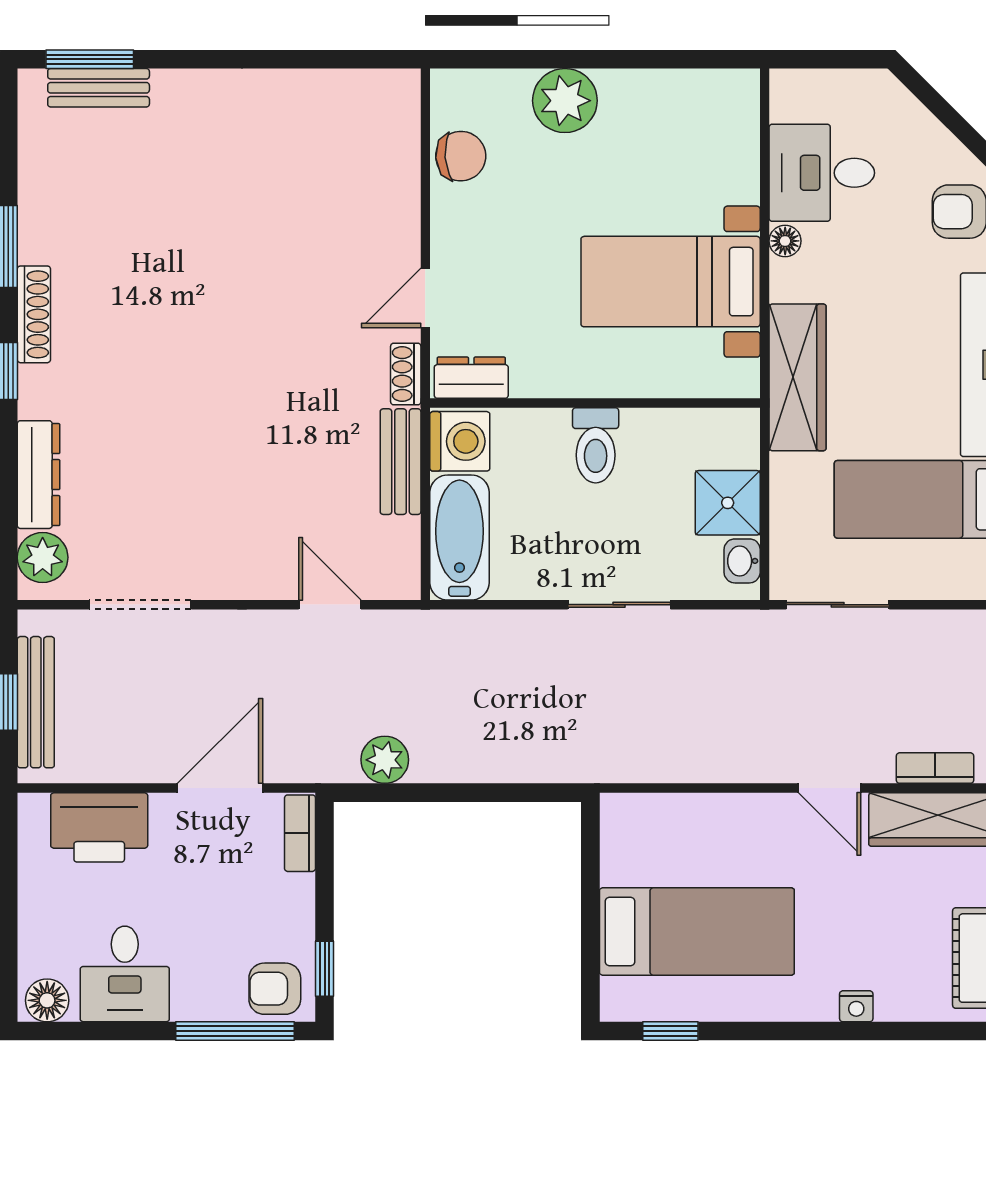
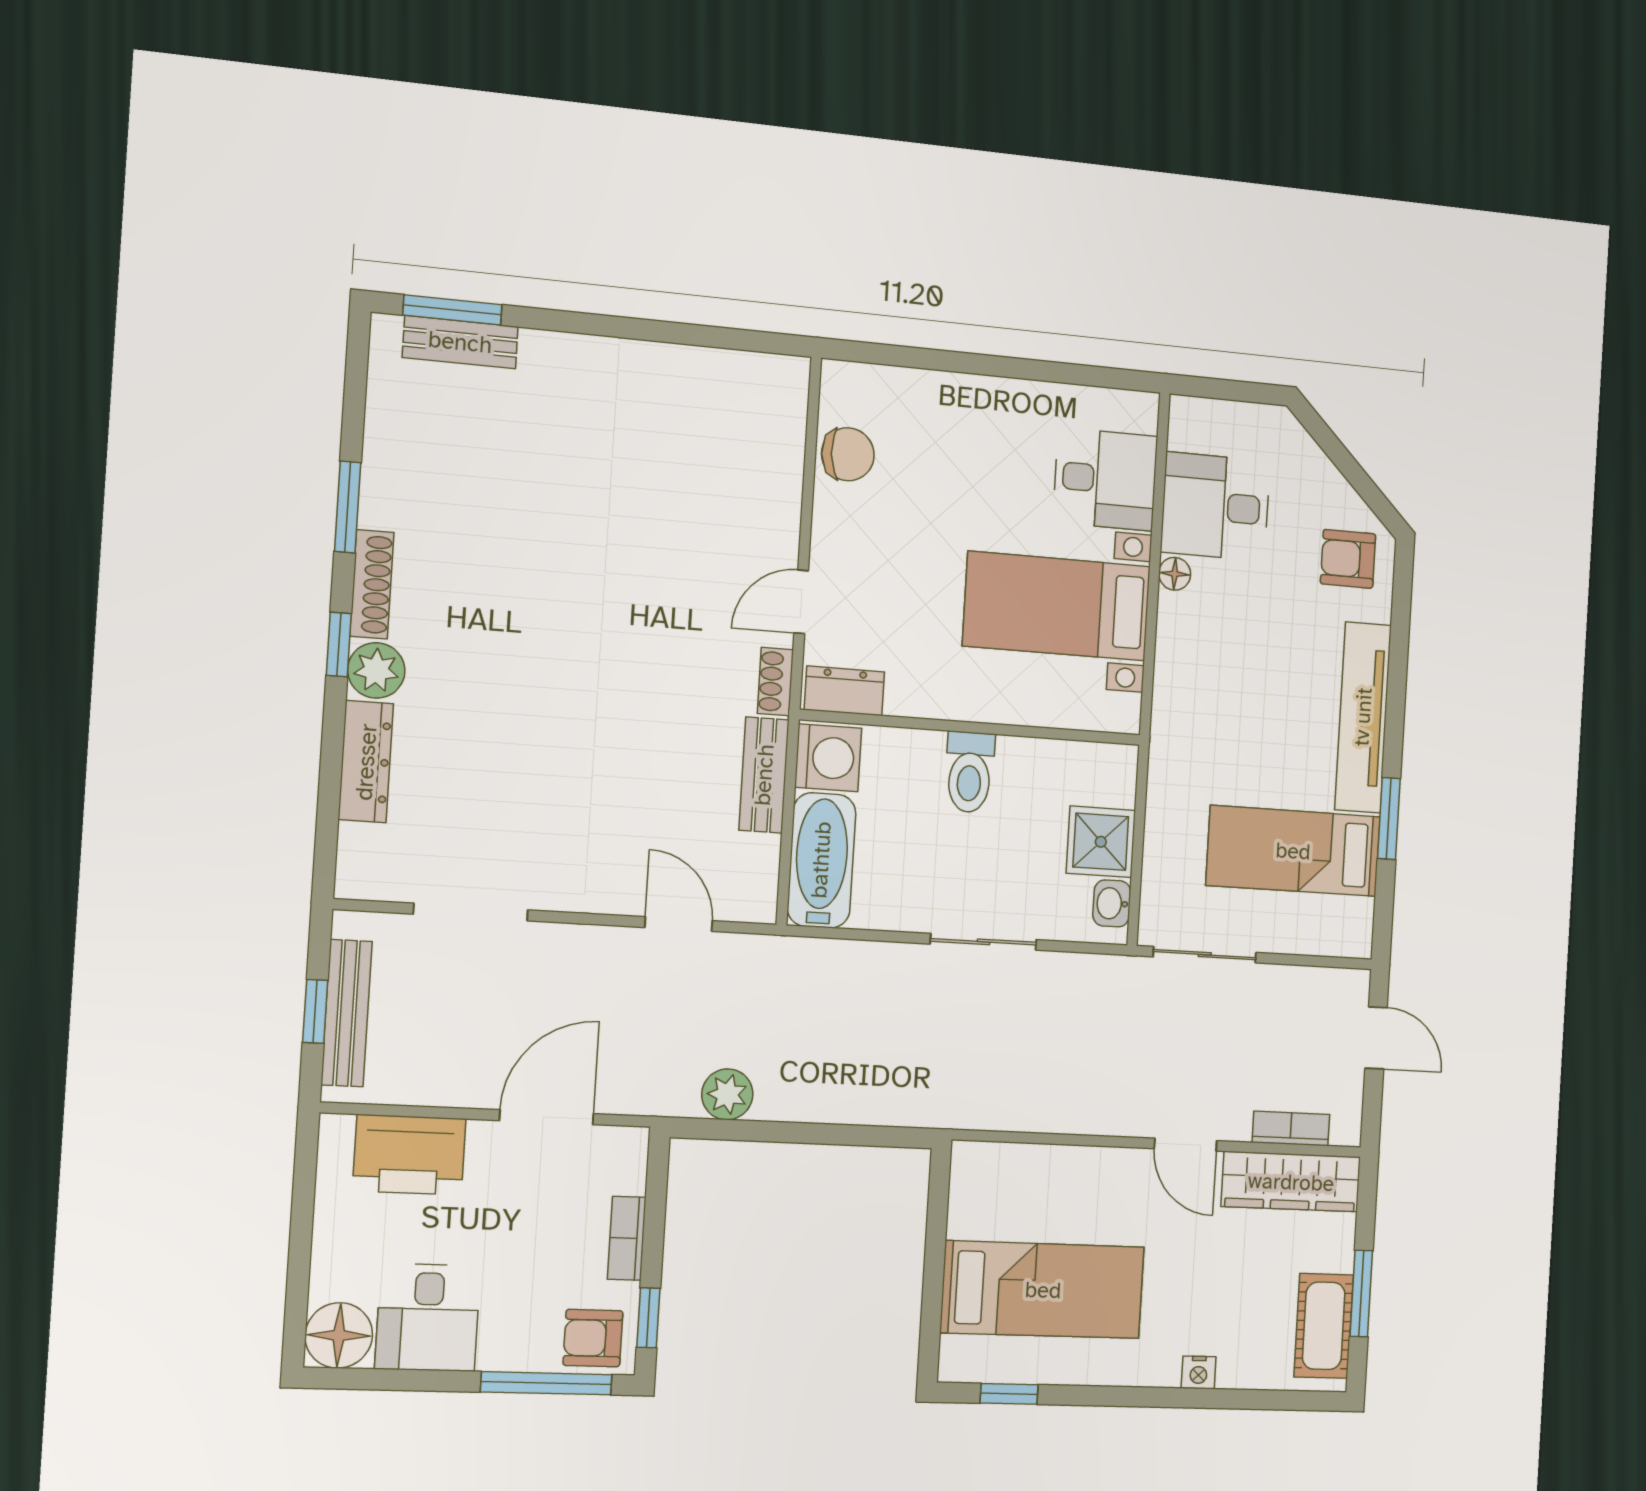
plant: (565, 101) -> (960, 406), removed
desk: (711, 157) -> (1105, 479), added
wardrobe: (798, 377) -> (1179, 716), removed
plant: (43, 557) -> (376, 670), moved
bookcase: (300, 833) -> (627, 1238), moved
floor lamp: (47, 1000) -> (339, 1335), width x1.38, depth x1.38

